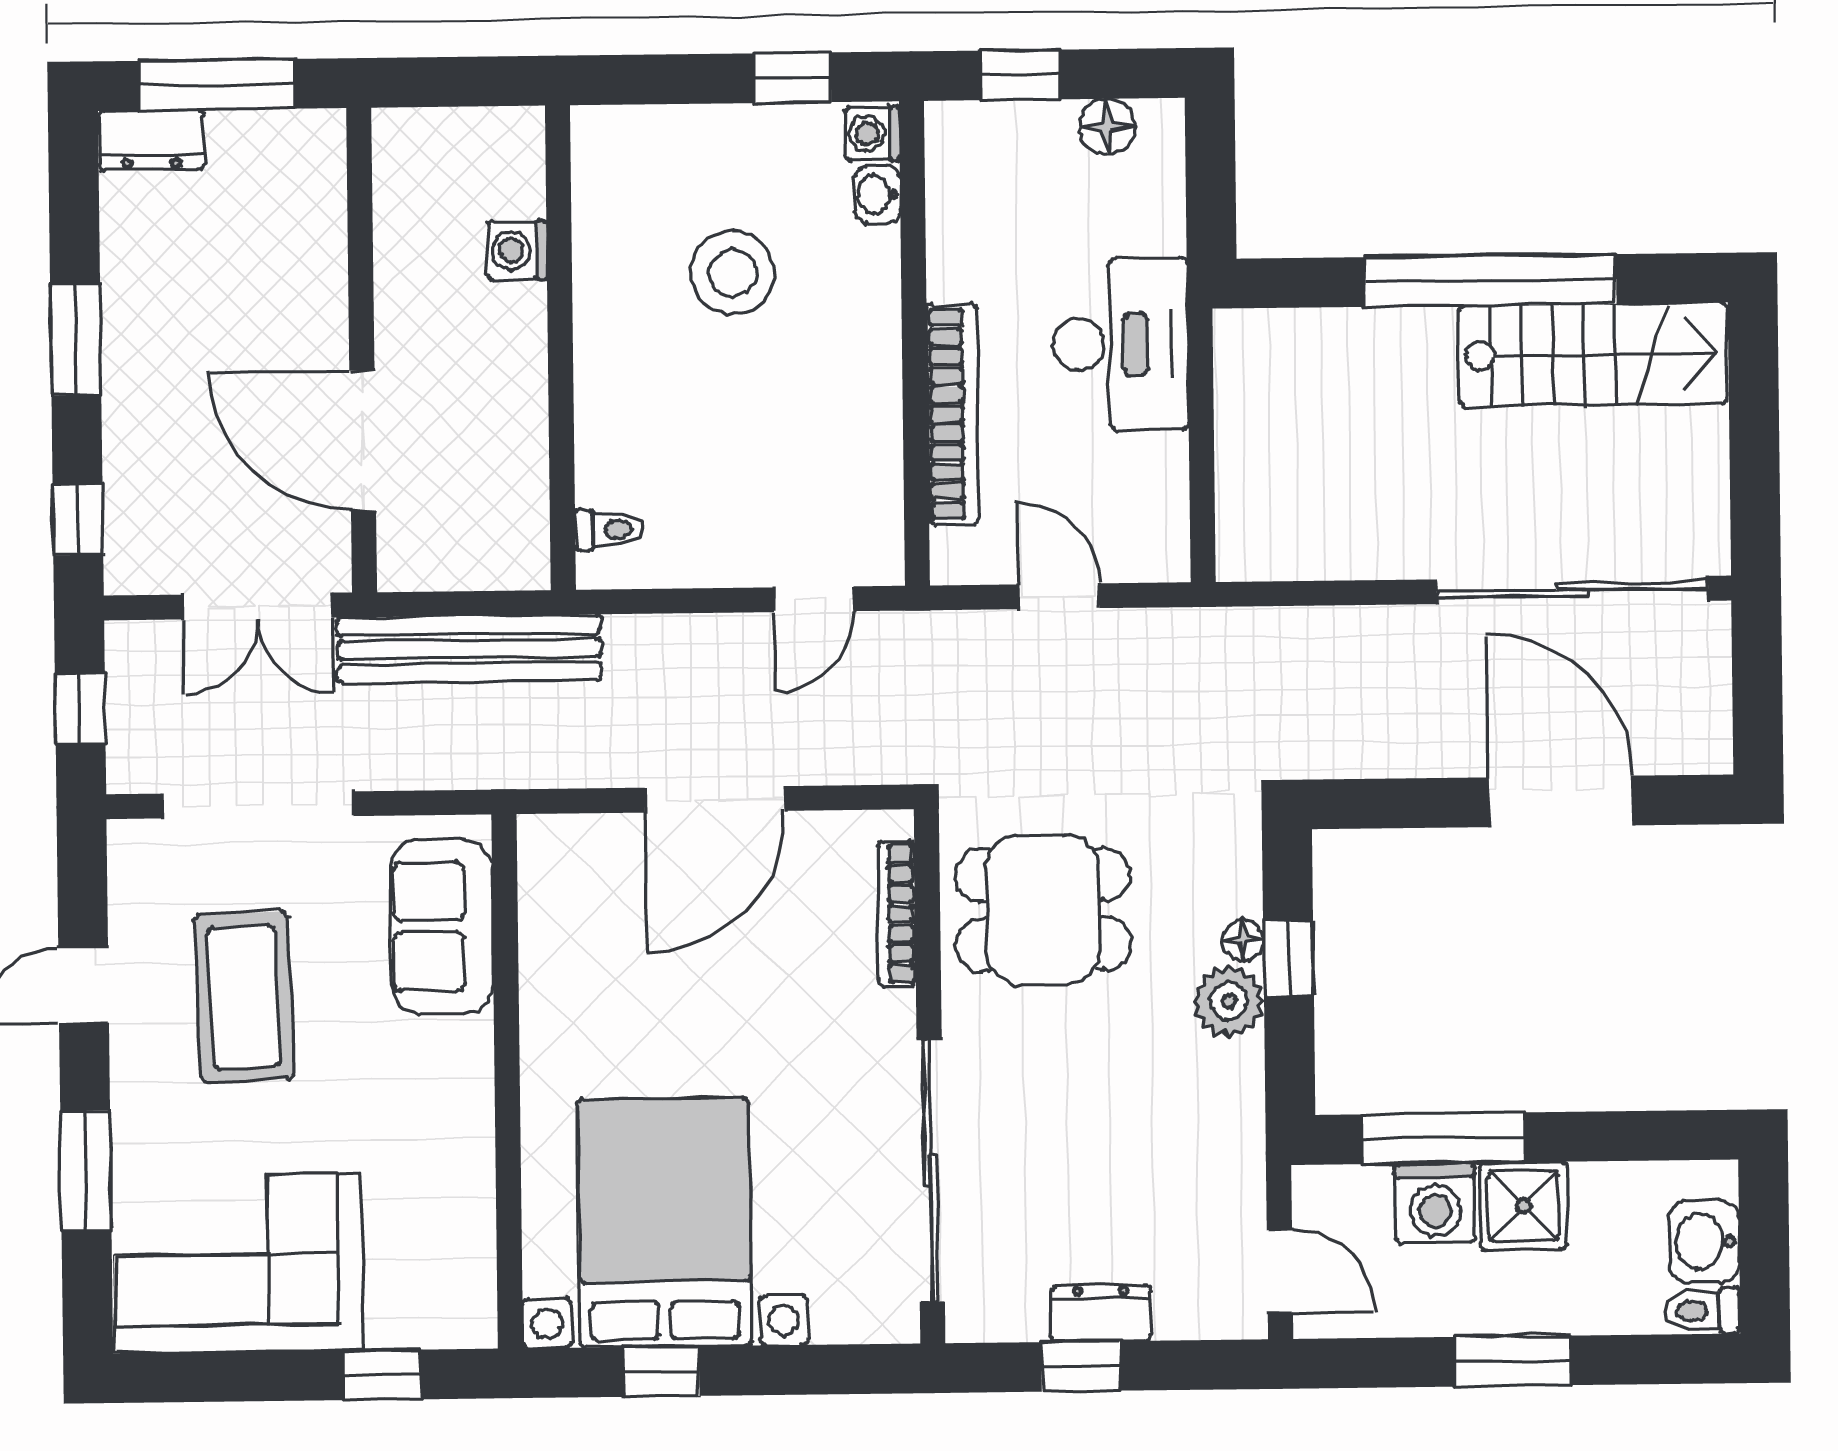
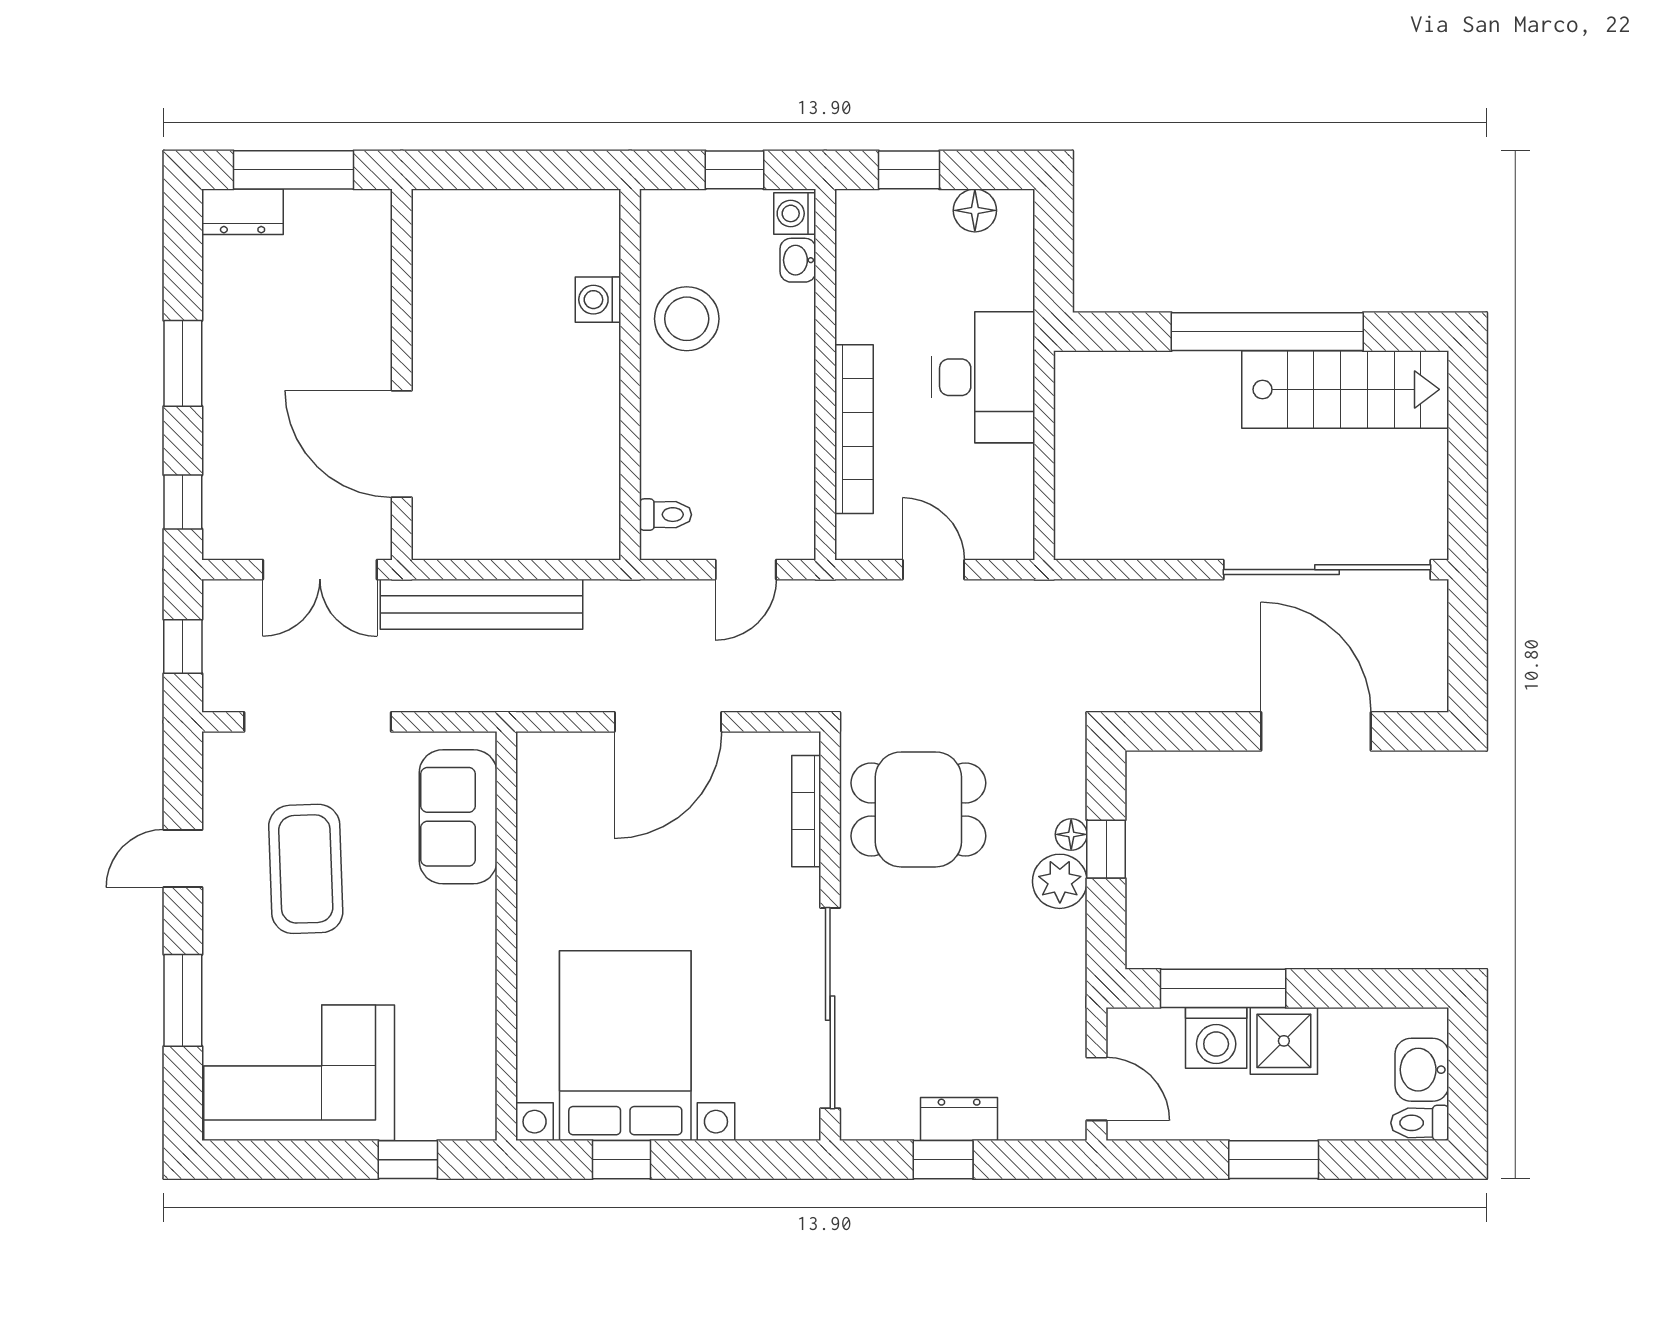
washing machine: (517, 250) -> (598, 300), moved
wall: (560, 348) -> (630, 375), moved
toilet: (609, 530) -> (665, 515), moved

